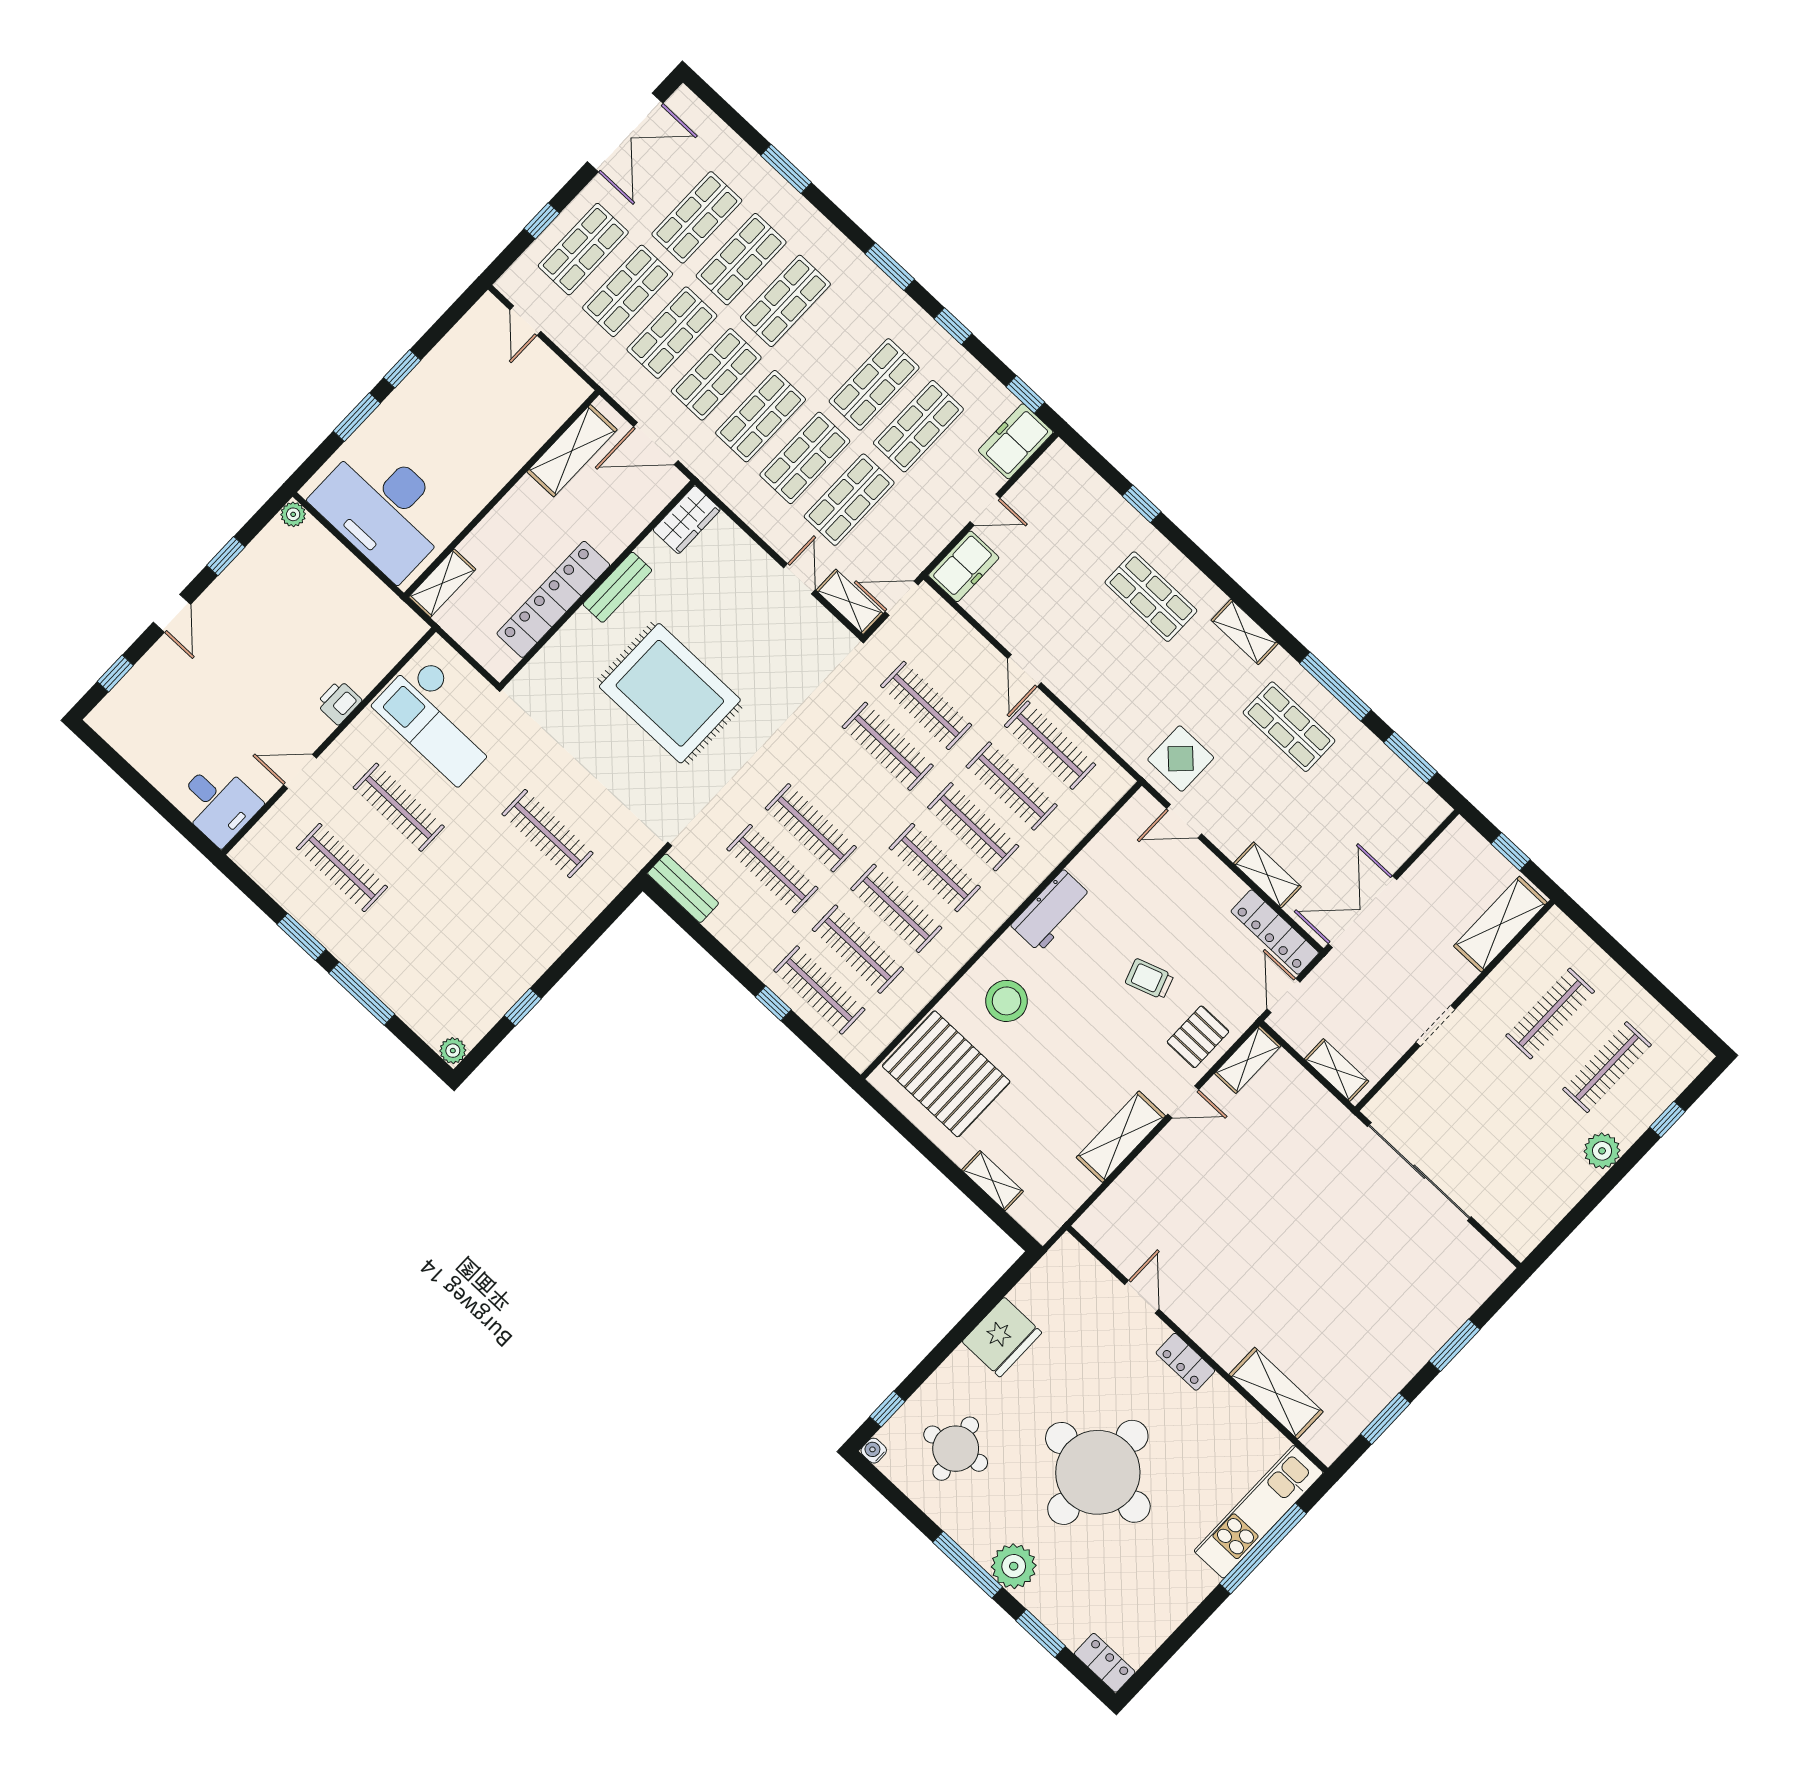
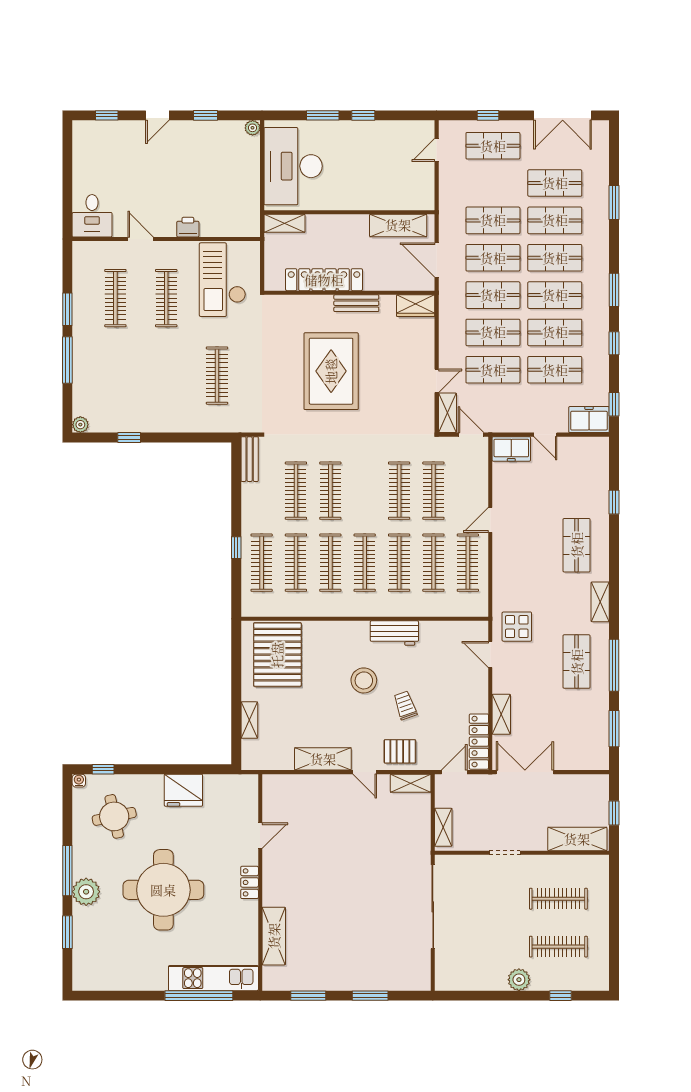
shop shelf: (628, 291) -> (555, 295), moved
stool: (1007, 1001) -> (364, 680), moved
locker: (1105, 1663) -> (81, 973), removed

